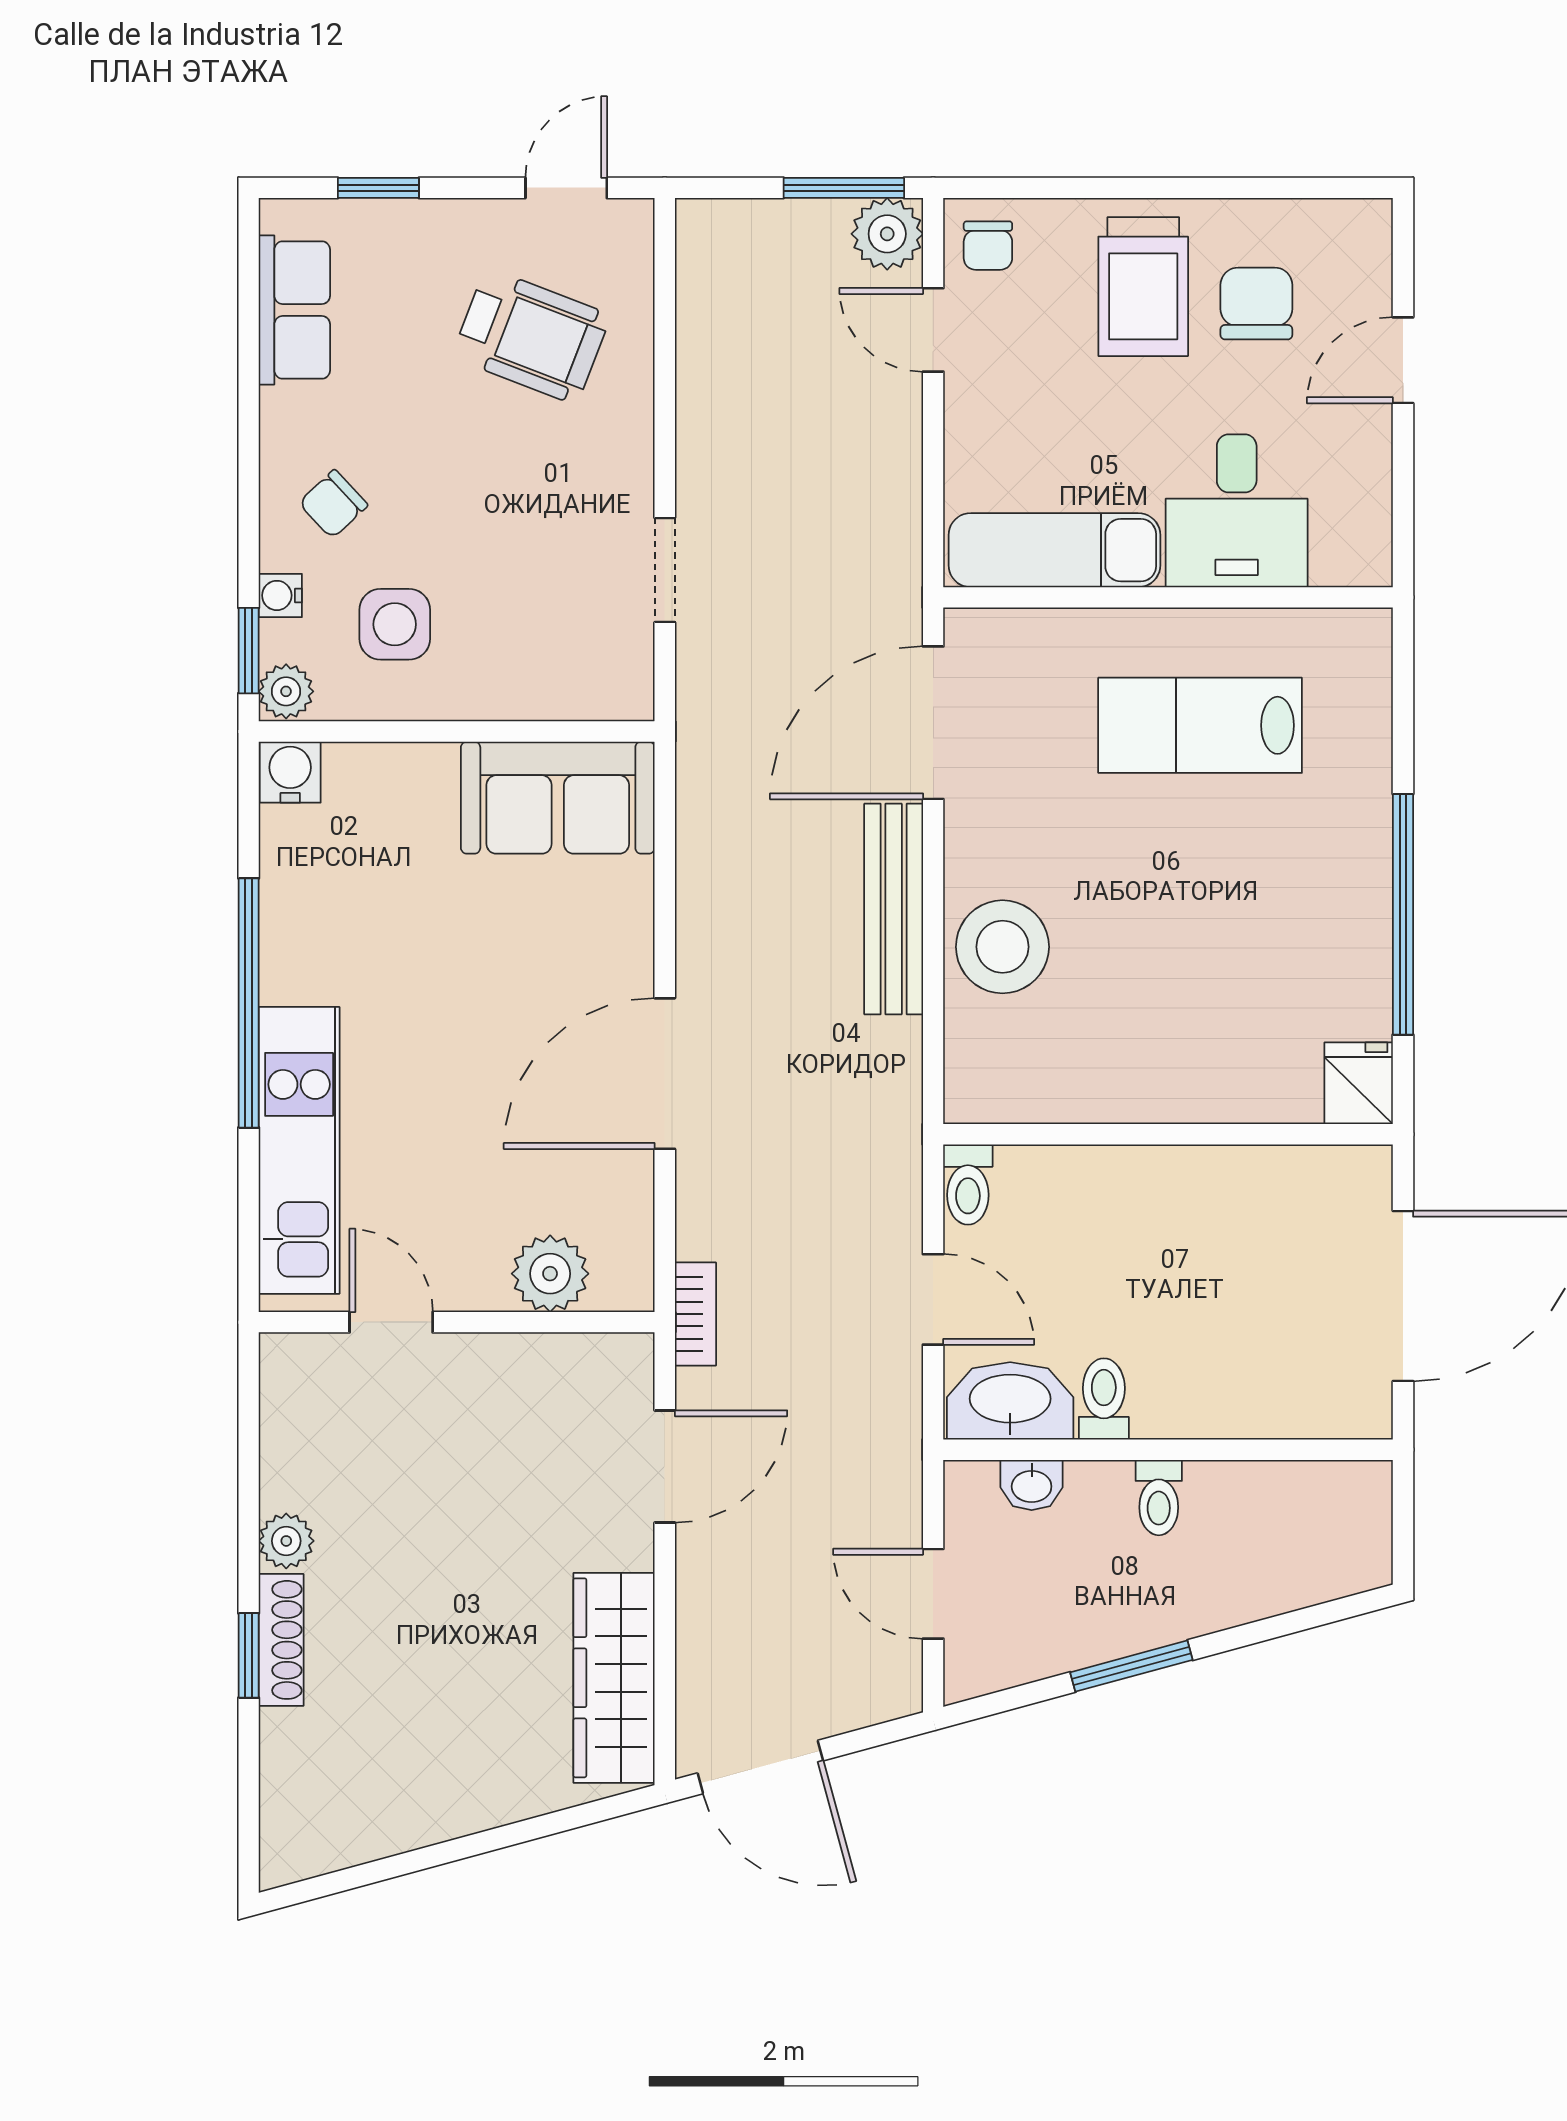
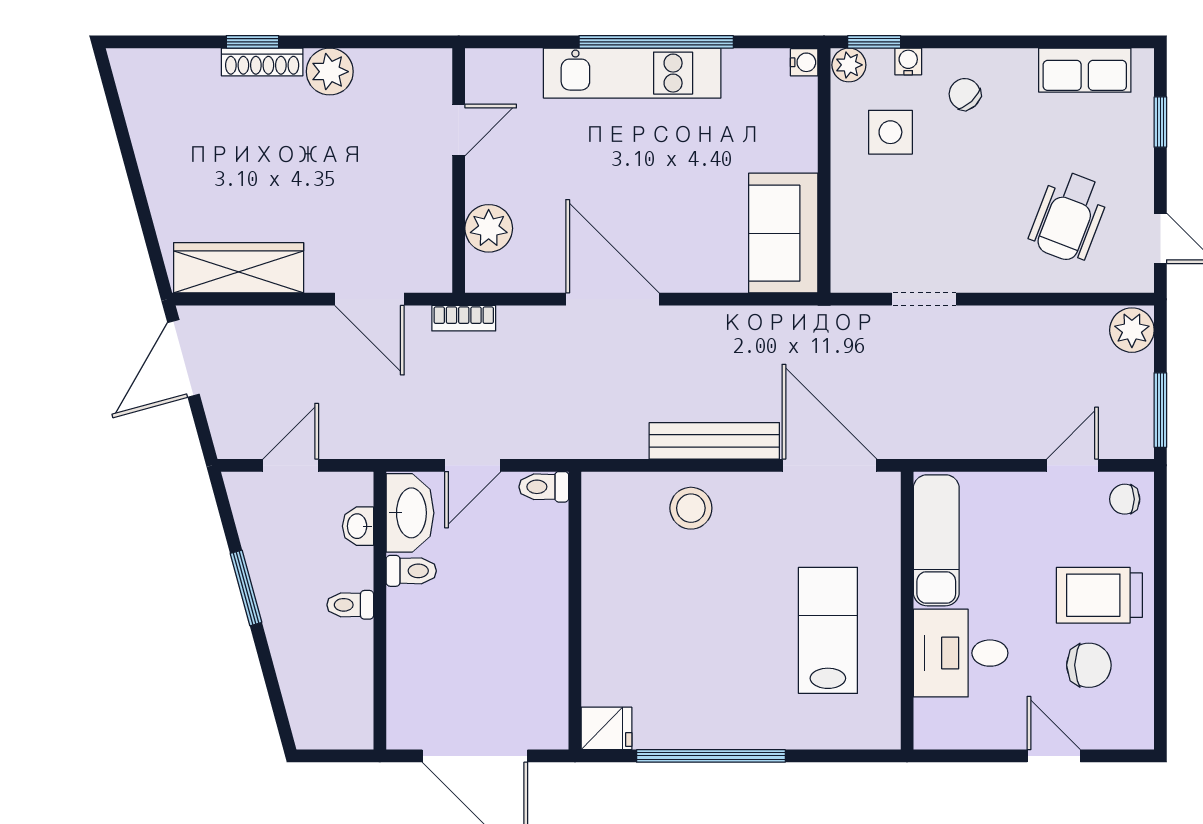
plant: (887, 234) -> (1132, 330), moved
water cooler: (290, 772) -> (804, 62), width x0.72, depth x0.72
stool: (1002, 947) -> (691, 508), width x0.73, depth x0.73
kitchen unit: (299, 1150) -> (632, 73), moved
plant: (286, 1541) -> (330, 72), width x1.38, depth x1.38

